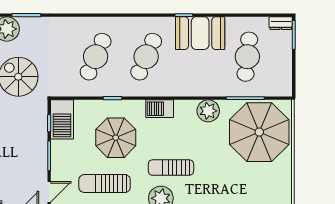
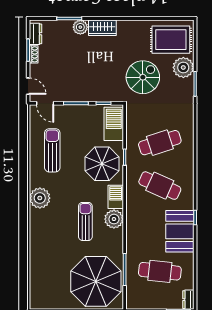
cafe table: (96, 57) -> (160, 143), turned -42
plant: (208, 111) -> (114, 219), moved
barbecue: (62, 119) -> (114, 124), moved, turned 90
parasol: (116, 138) -> (102, 164), moved
sun lounger: (171, 168) -> (85, 221), moved

